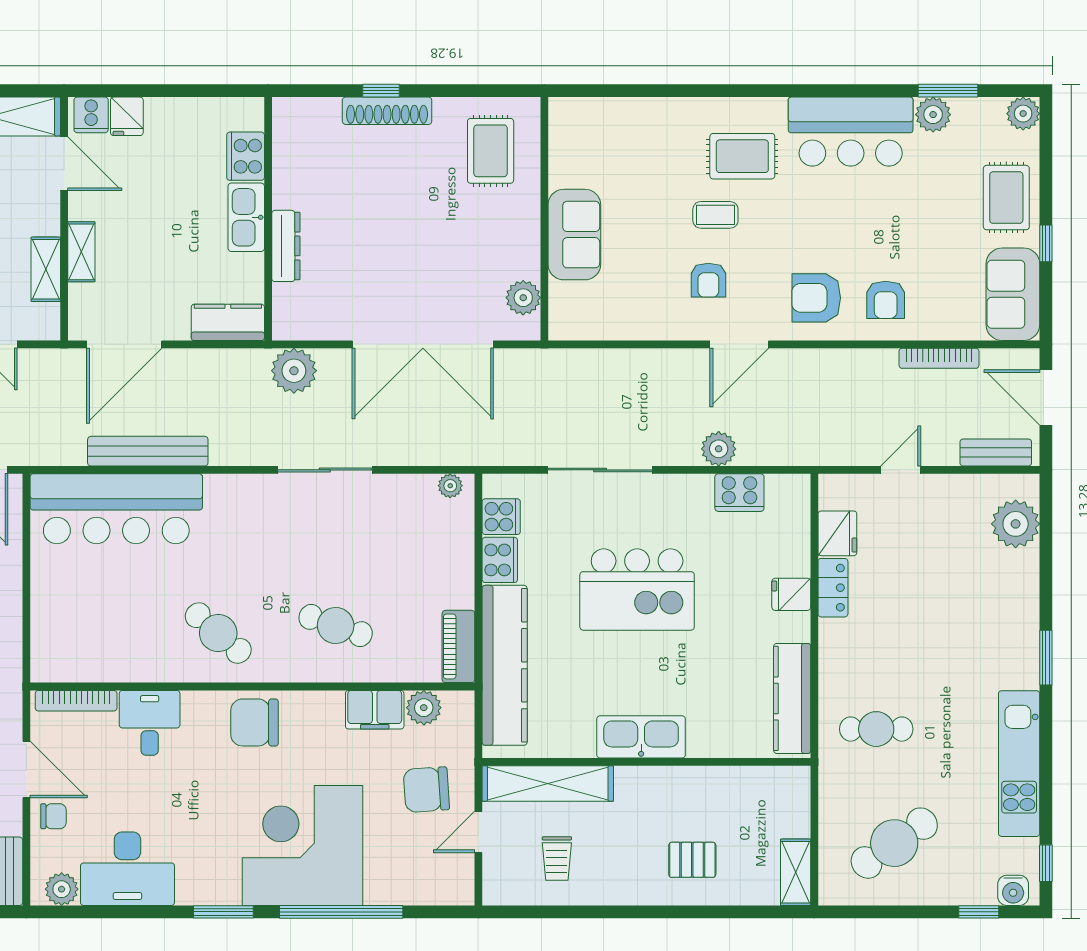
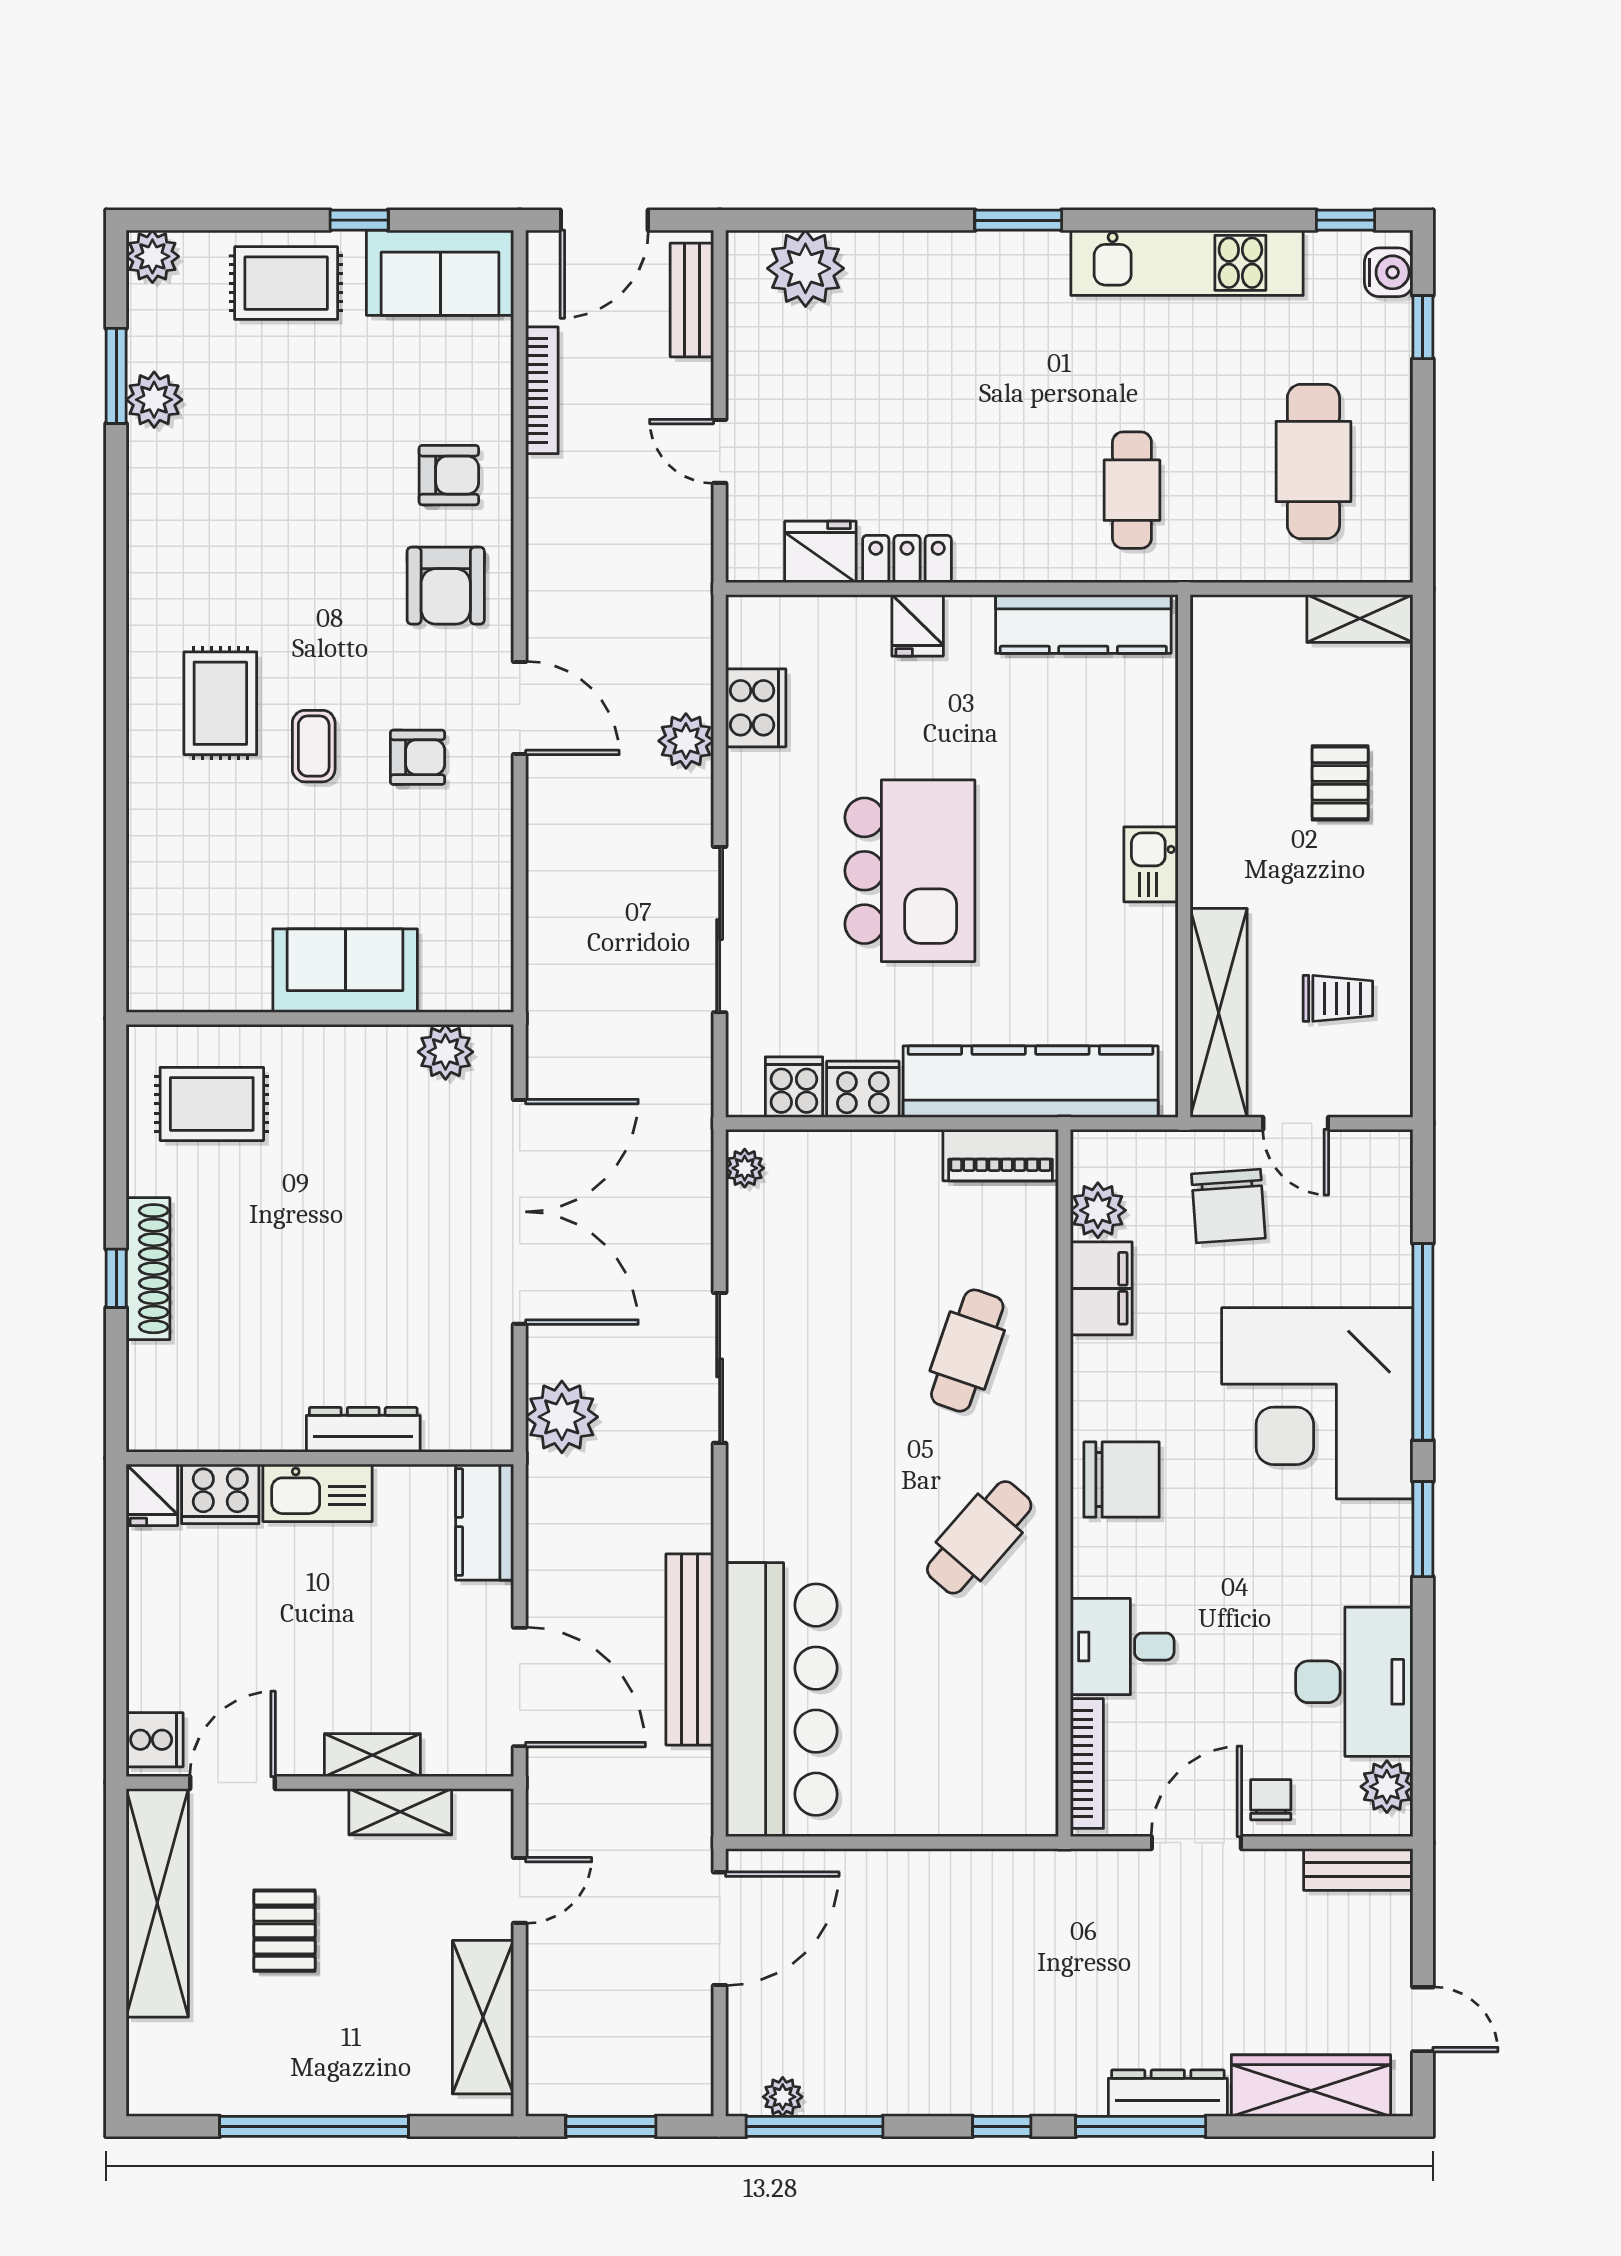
fridge: (127, 116) -> (152, 1495), moved, turned 90
bar counter: (851, 132) -> (181, 531), removed
chair: (255, 722) -> (1122, 1480), turned -90
kitchen sink: (641, 737) -> (1151, 864), width x0.53, depth x0.81
cafe table: (894, 843) -> (1313, 461), turned 35

